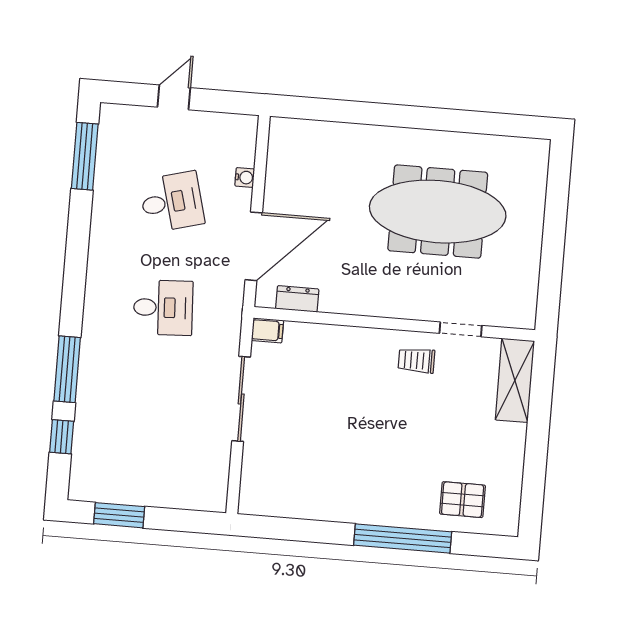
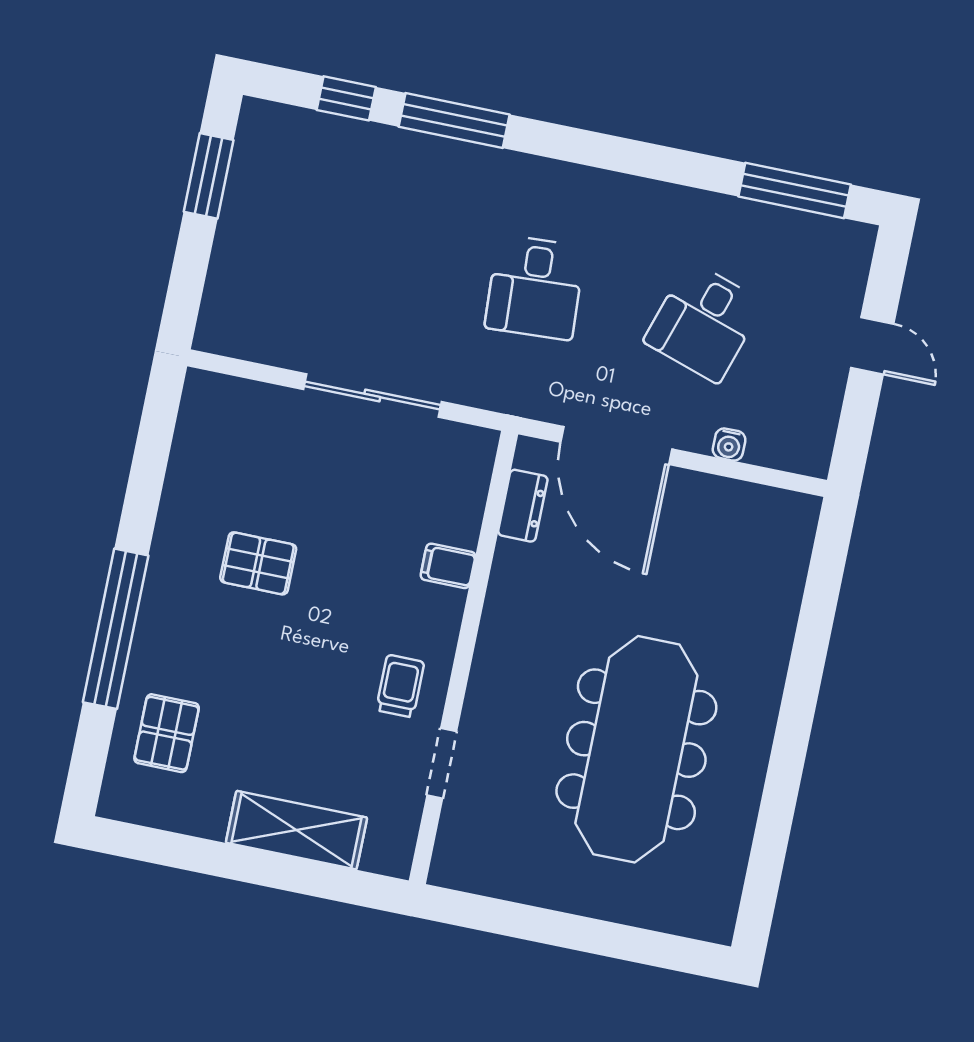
desk: (172, 202) -> (704, 322), turned 33
filing cabinet: (267, 330) -> (448, 566), moved, turned 90
shelving: (515, 380) -> (296, 830), moved
pallet: (352, 456) -> (258, 563), added

